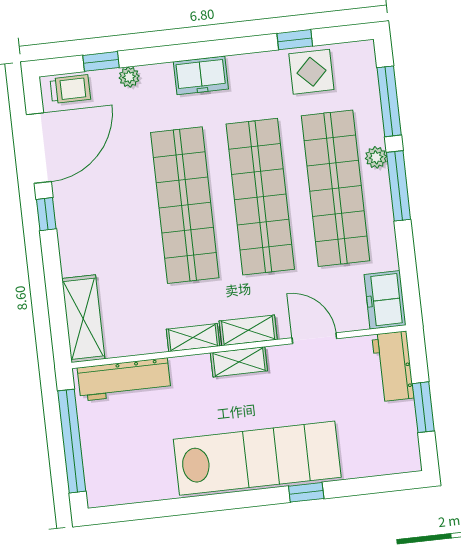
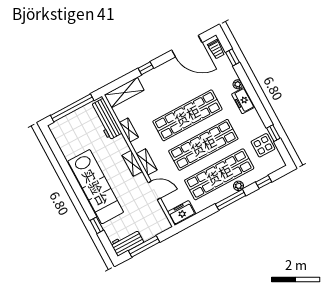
plant: (129, 77) -> (238, 84), moved
window: (389, 101) -> (264, 182), width x0.46
window: (46, 214) -> (146, 68), moved
shelving: (193, 338) -> (129, 130), moved
door: (314, 338) -> (154, 190), hinge flipped
workbench: (393, 366) -> (127, 243), moved
window: (423, 407) -> (144, 246), width x1.44
window: (306, 492) -> (97, 225), moved

